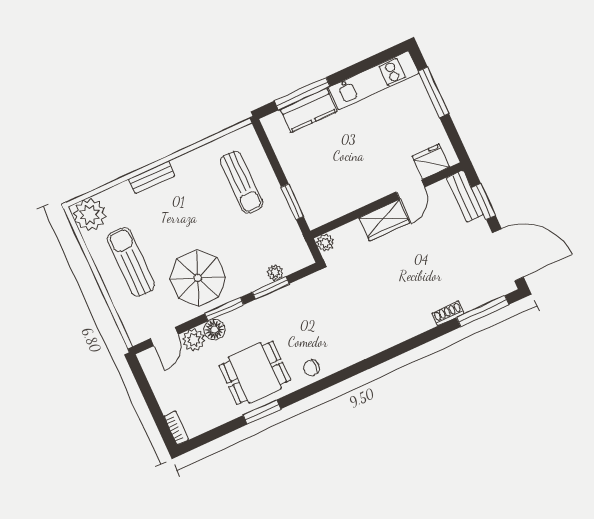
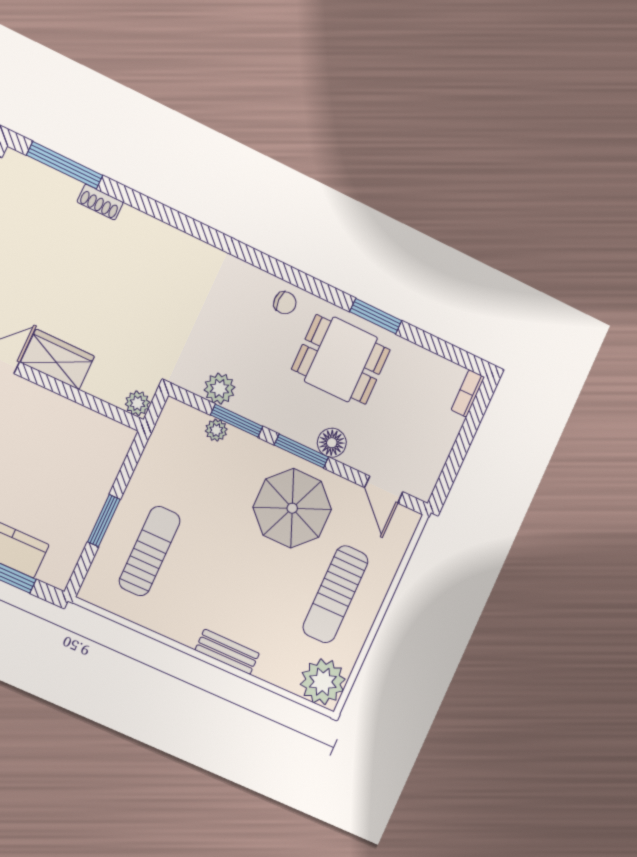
window: (292, 202) -> (104, 521), moved
door: (164, 337) -> (384, 490), swing flipped
plant: (194, 340) -> (219, 389), moved

